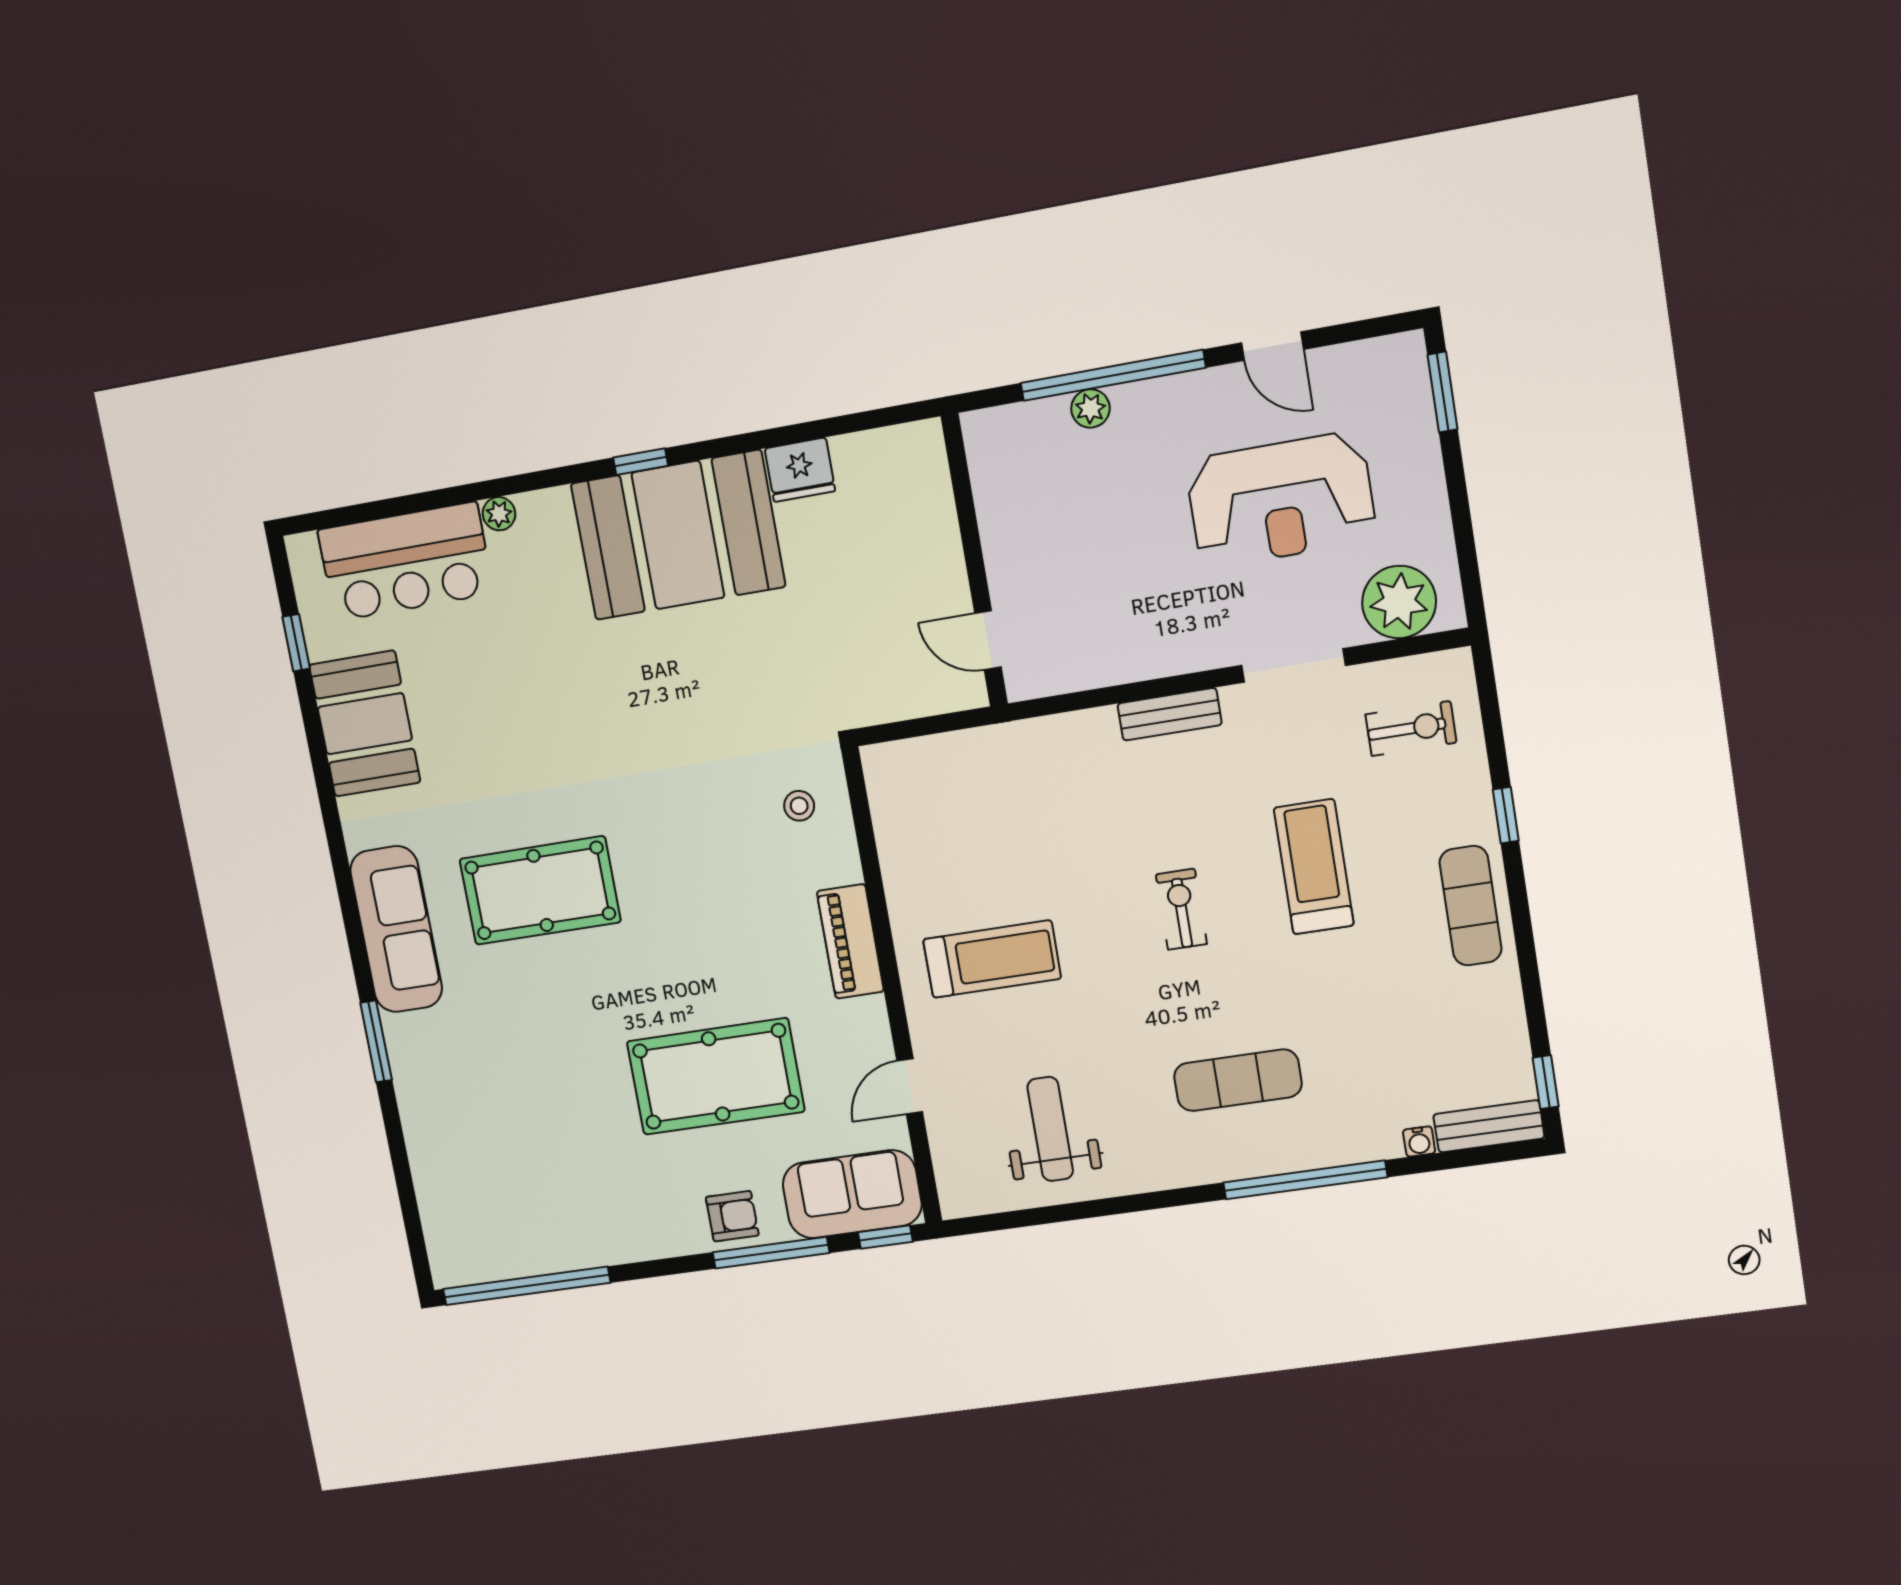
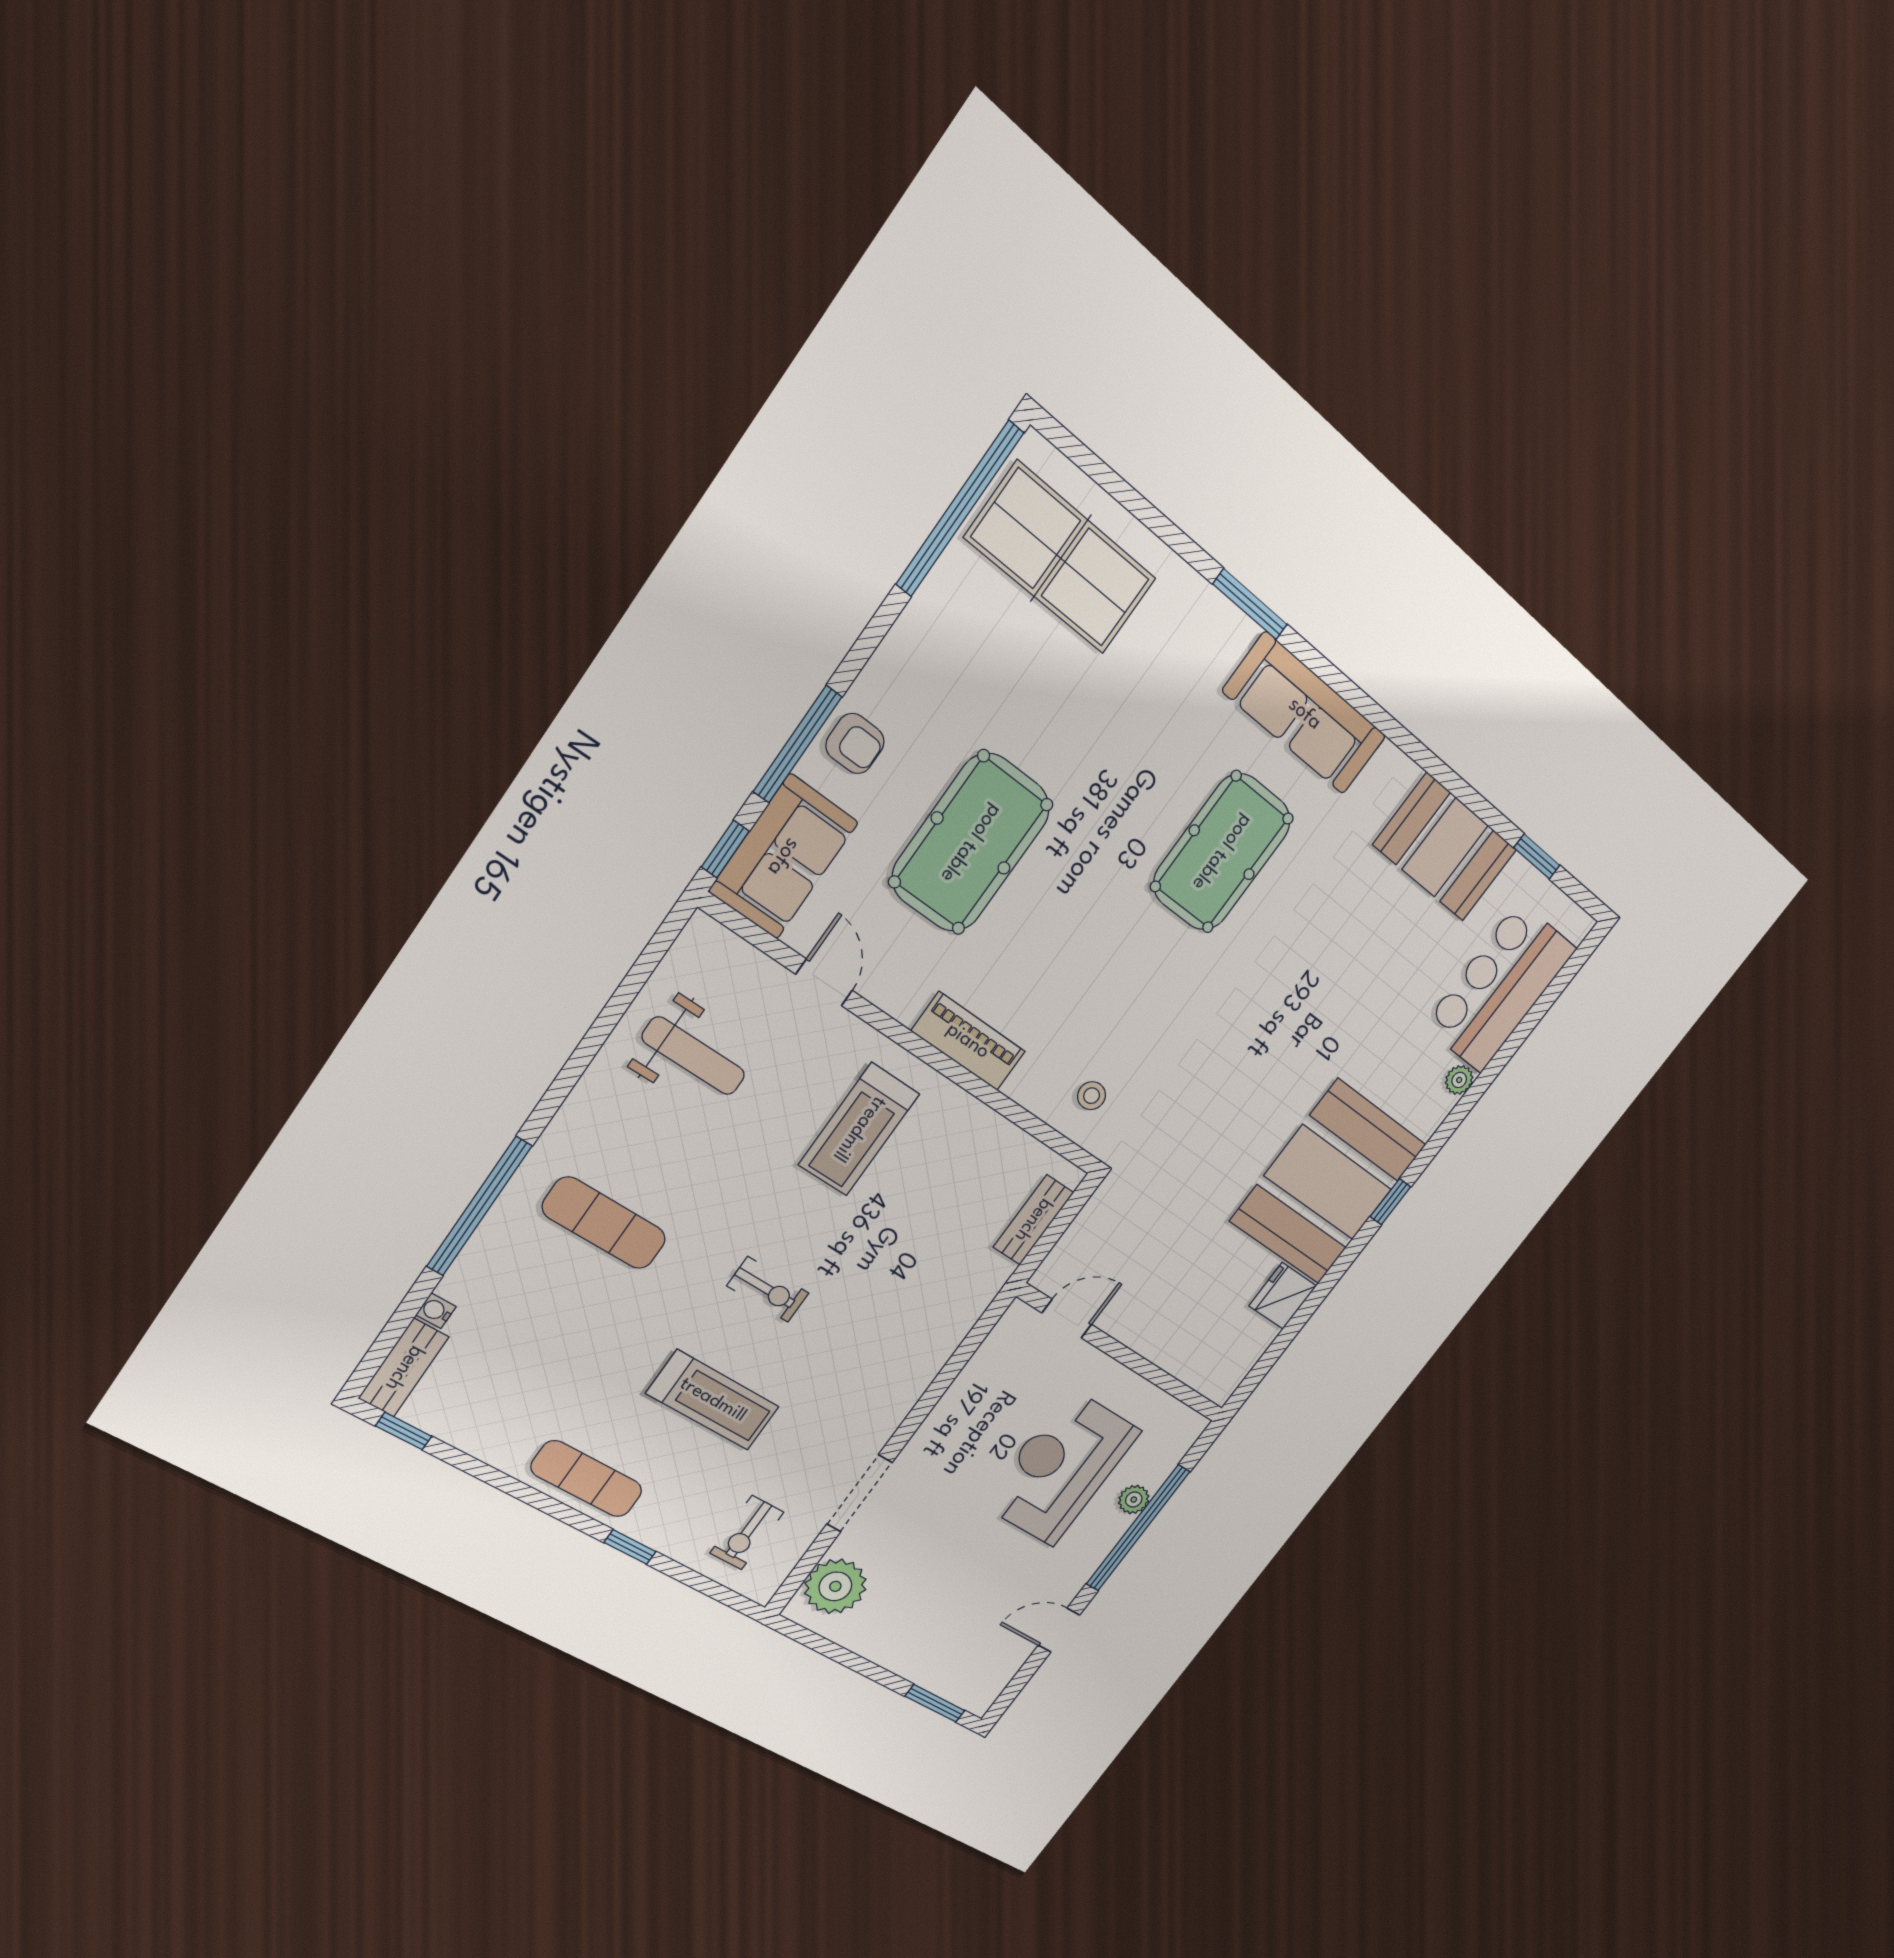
reception desk: (1281, 500) -> (1061, 1468), moved
bench: (1170, 714) -> (1033, 1220), moved
exercise mat: (1238, 1080) -> (604, 1223), turned 90
table tennis table: (485, 1194) -> (1061, 558), added
armchair: (732, 1216) -> (855, 744), turned -90

